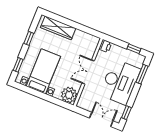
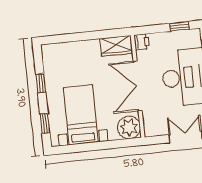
wardrobe: (58, 28) -> (116, 46), moved, width x0.67
double door: (88, 72) -> (138, 86), width x1.37

